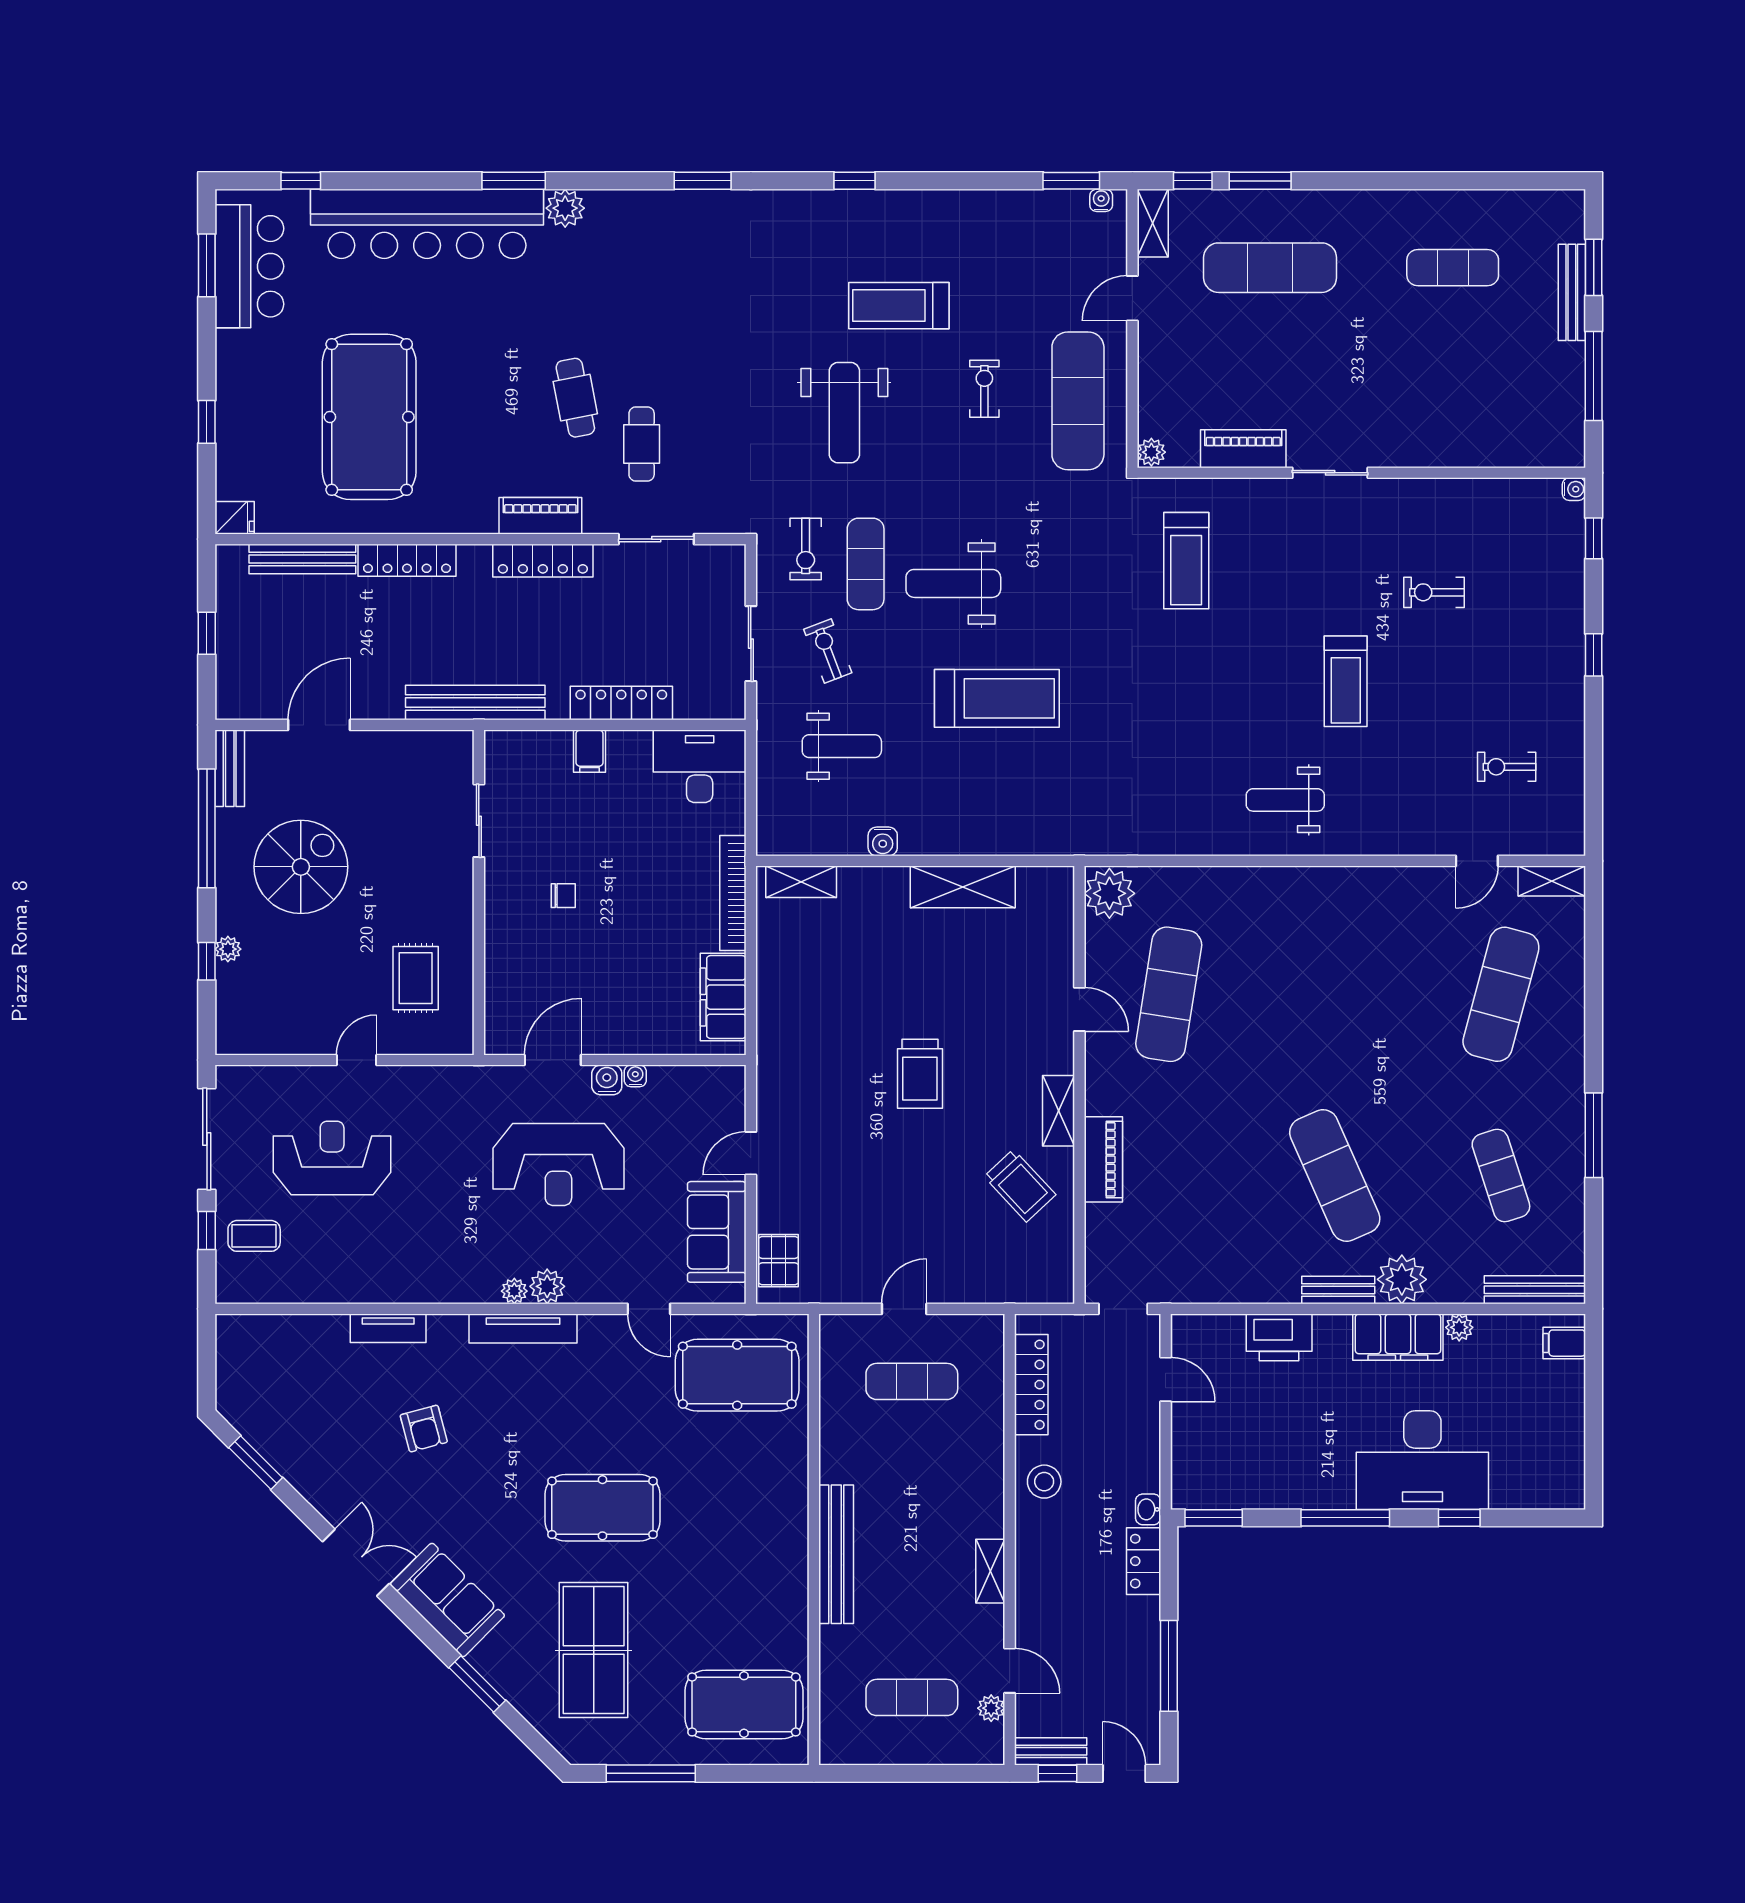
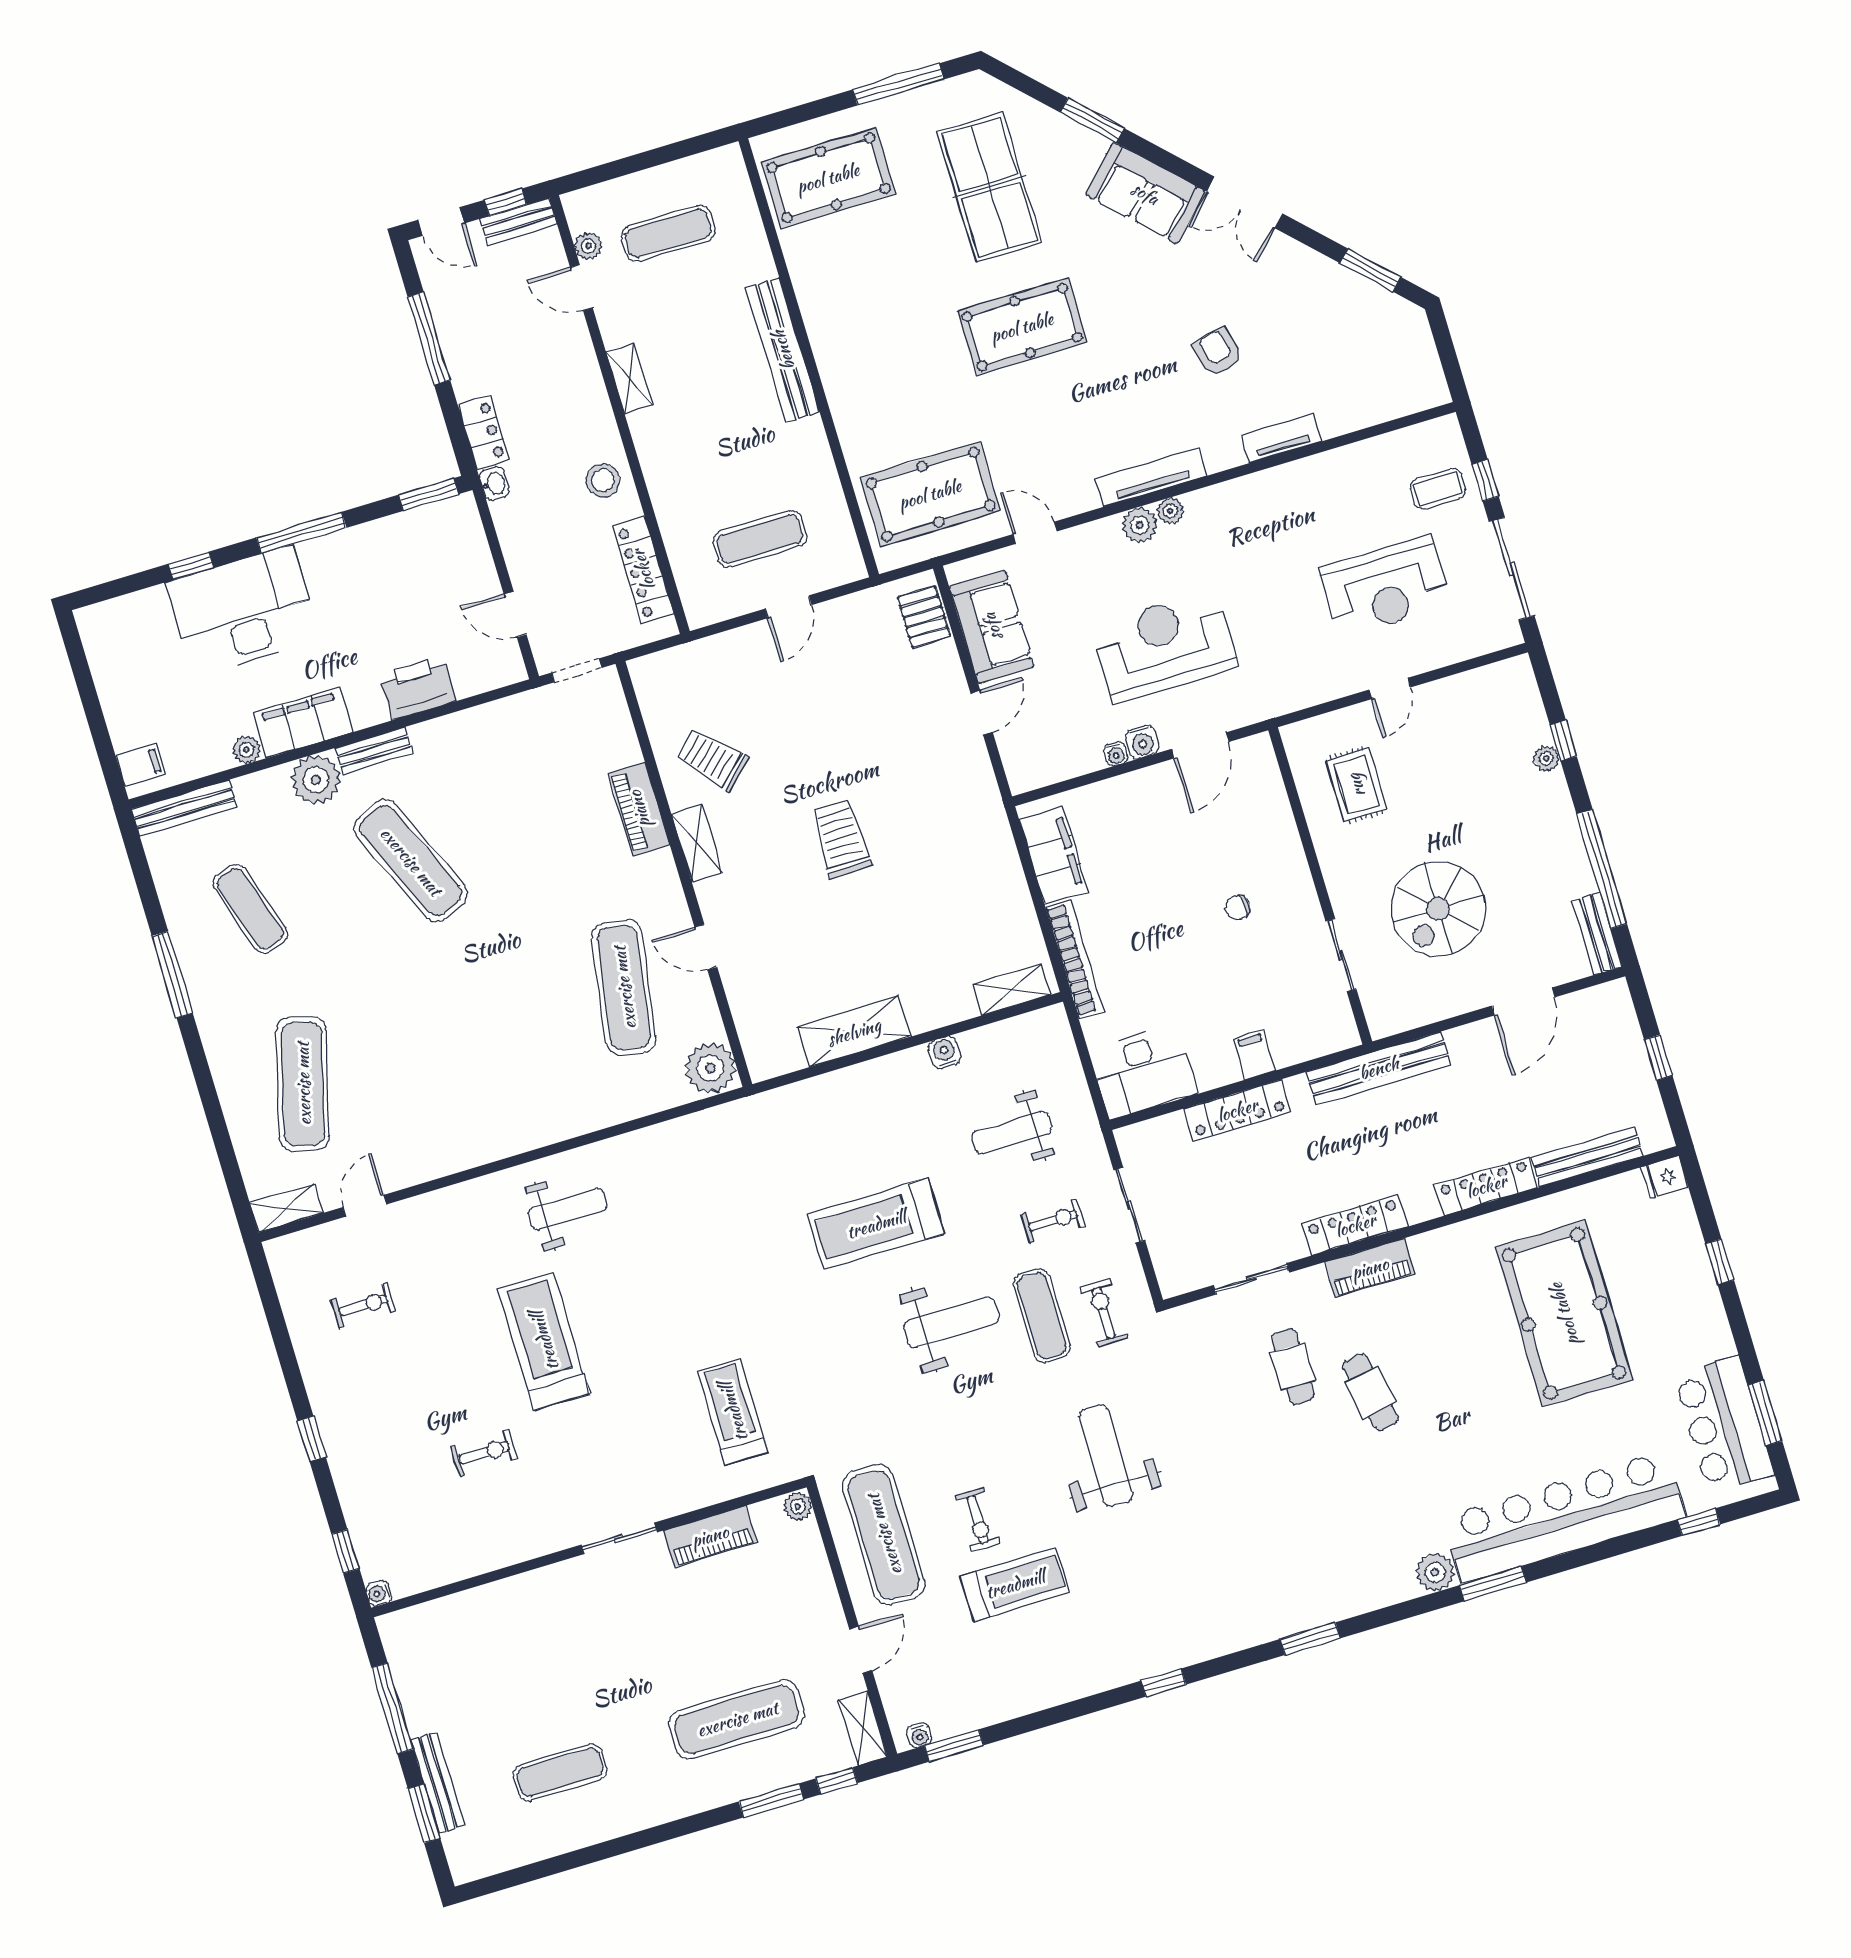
treadmill: (899, 306) -> (1015, 1584), moved
exercise bike: (828, 651) -> (1053, 1220), turned -69
treadmill: (1346, 681) -> (544, 1341), width x1.37, depth x1.38
spiral stairs: (301, 867) -> (1438, 909), moved

